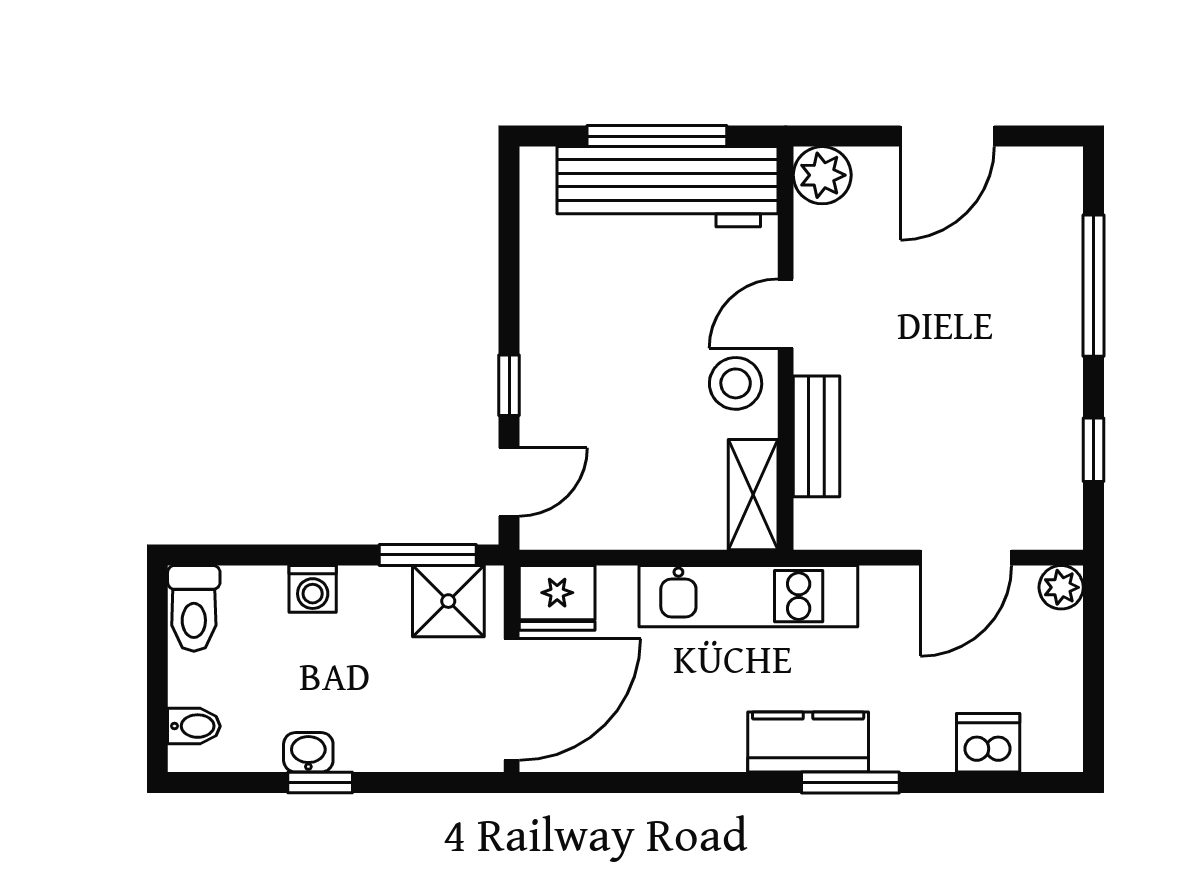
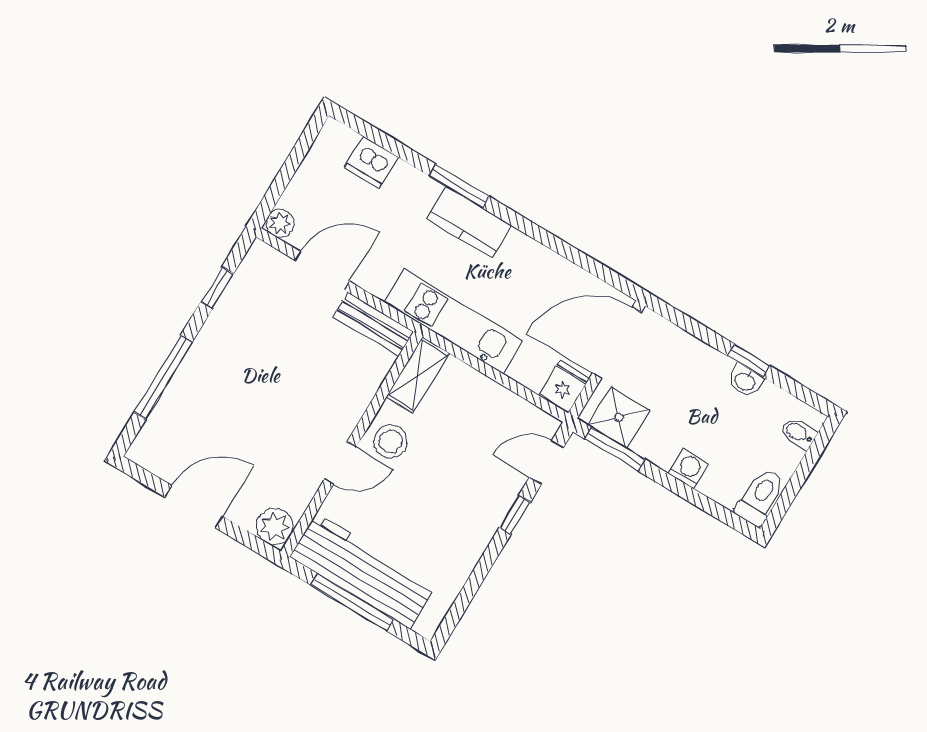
bench: (817, 436) -> (373, 324), moved, turned 90
fridge: (557, 598) -> (564, 387), width x0.72

